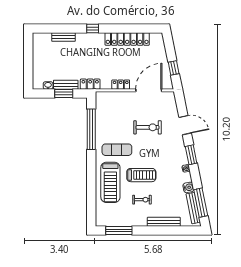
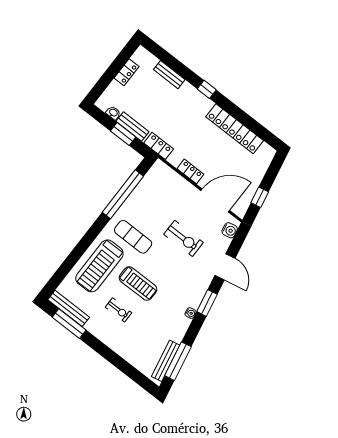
locker: (37, 55) -> (127, 72), added
water cooler: (188, 187) -> (230, 230), moved
bench: (164, 222) -> (69, 308), moved

